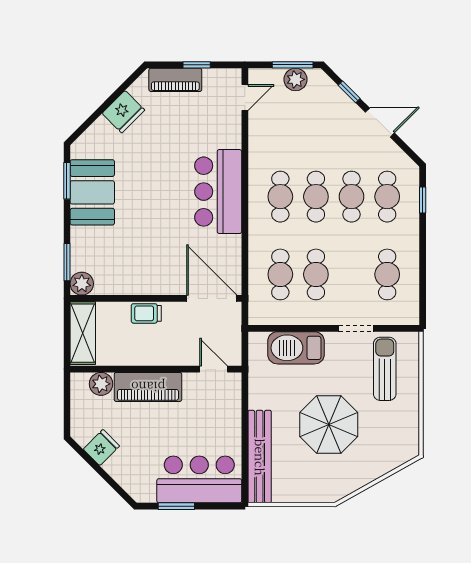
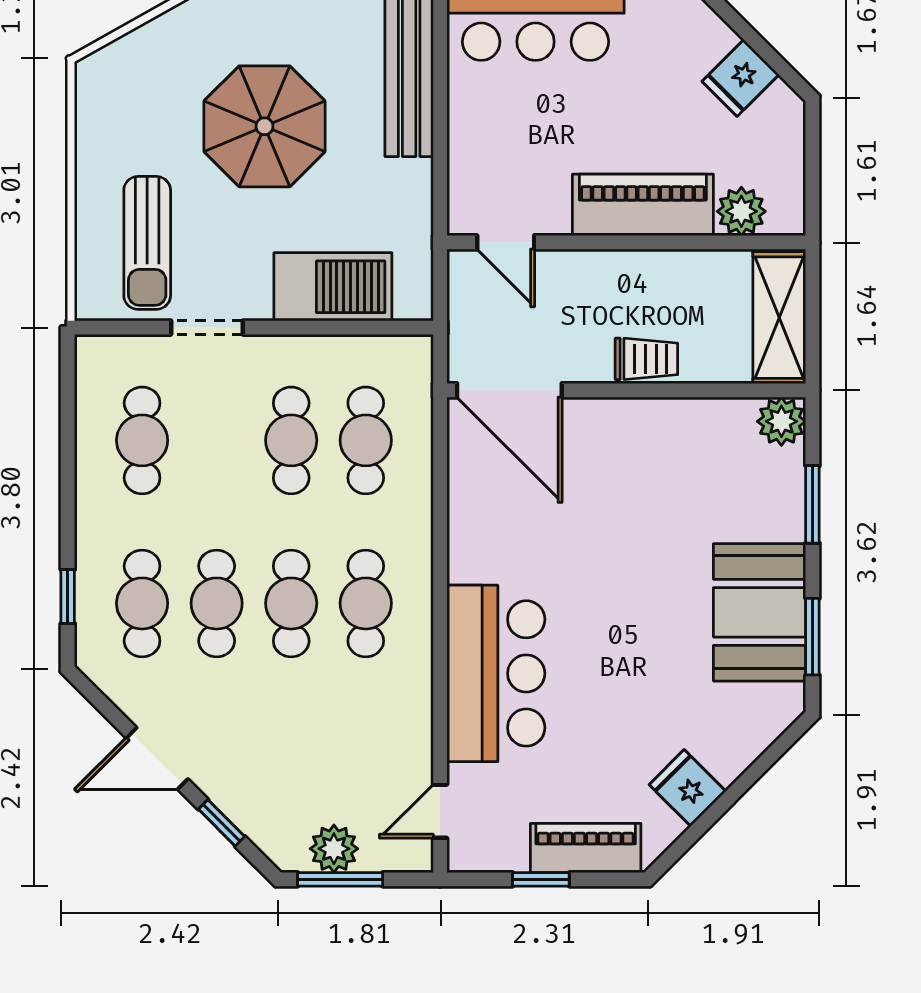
fridge: (123, 112) -> (688, 788), width x0.72
bar counter: (218, 192) -> (496, 673), moved
window: (67, 262) -> (812, 504), moved

